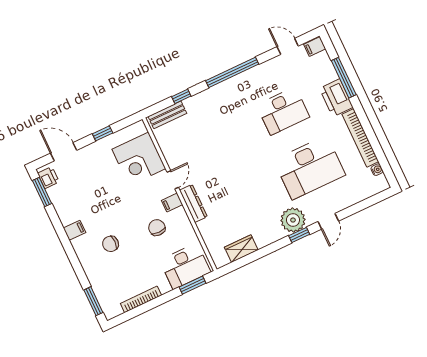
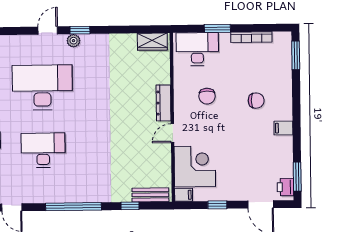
filing cabinet: (172, 202) -> (184, 195), moved
plant: (293, 220) -> (74, 41), width x0.53, depth x0.53
wardrobe: (241, 249) -> (152, 42), moved
window: (192, 285) -> (217, 28), moved

